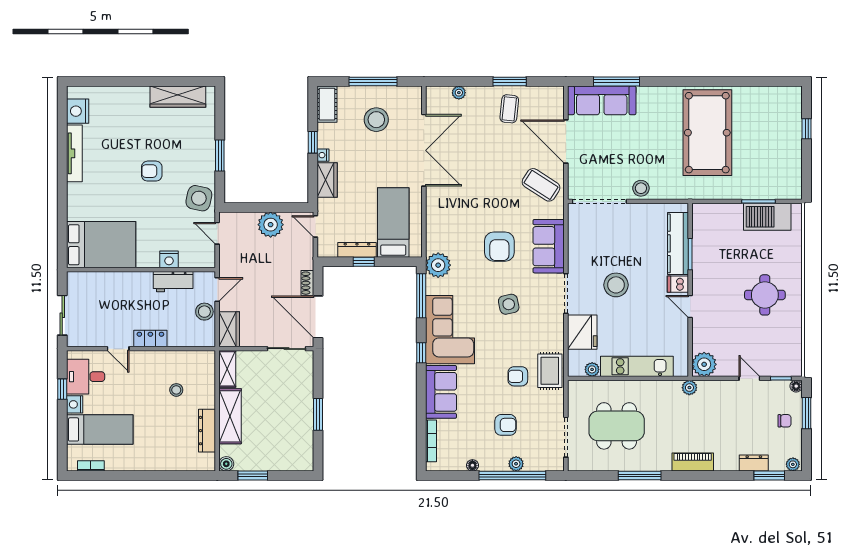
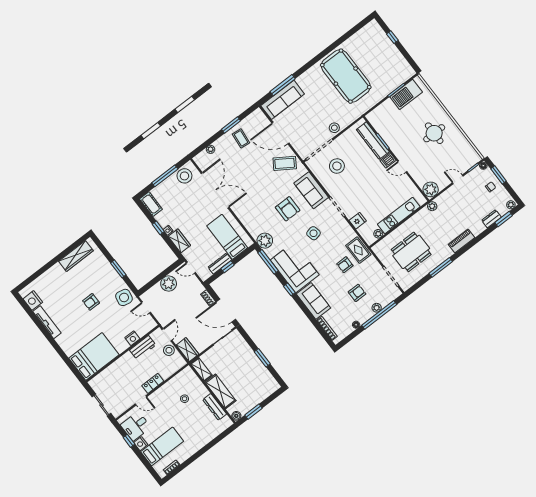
stool: (376, 120) -> (184, 176), moved
stool: (616, 285) -> (337, 166), moved
fridge: (582, 332) -> (358, 221), width x0.53, depth x0.75

